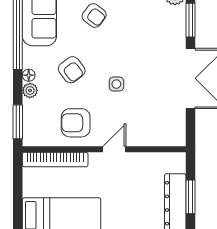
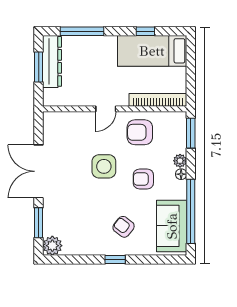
armchair: (72, 70) -> (143, 179), turned -53
side table: (116, 84) -> (104, 166), width x1.87, depth x1.87
armchair: (76, 123) -> (140, 132), turned 180

